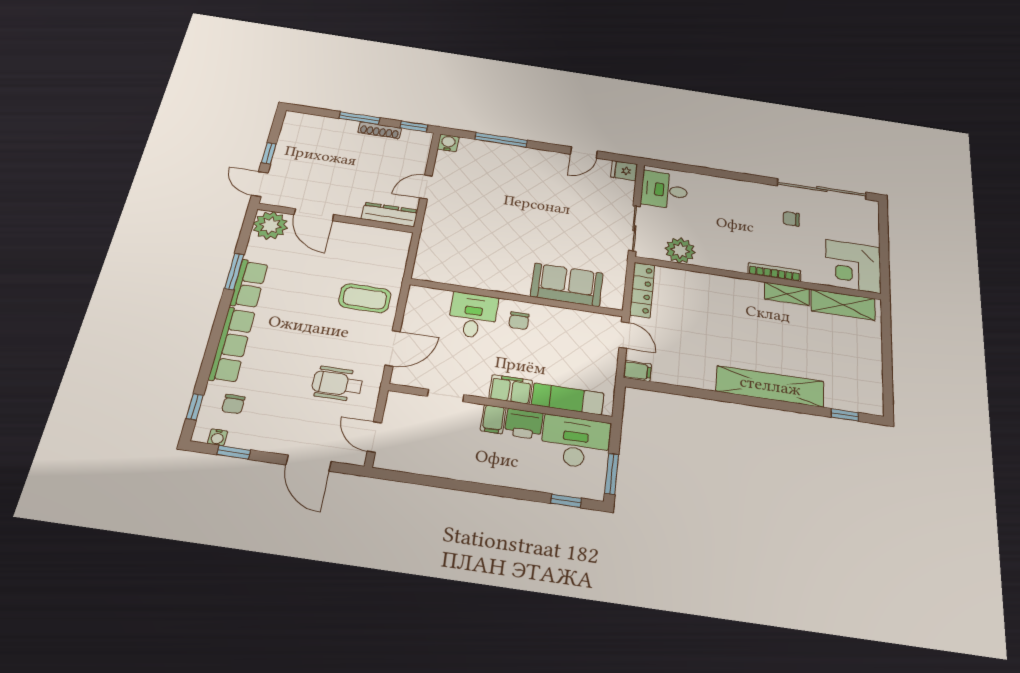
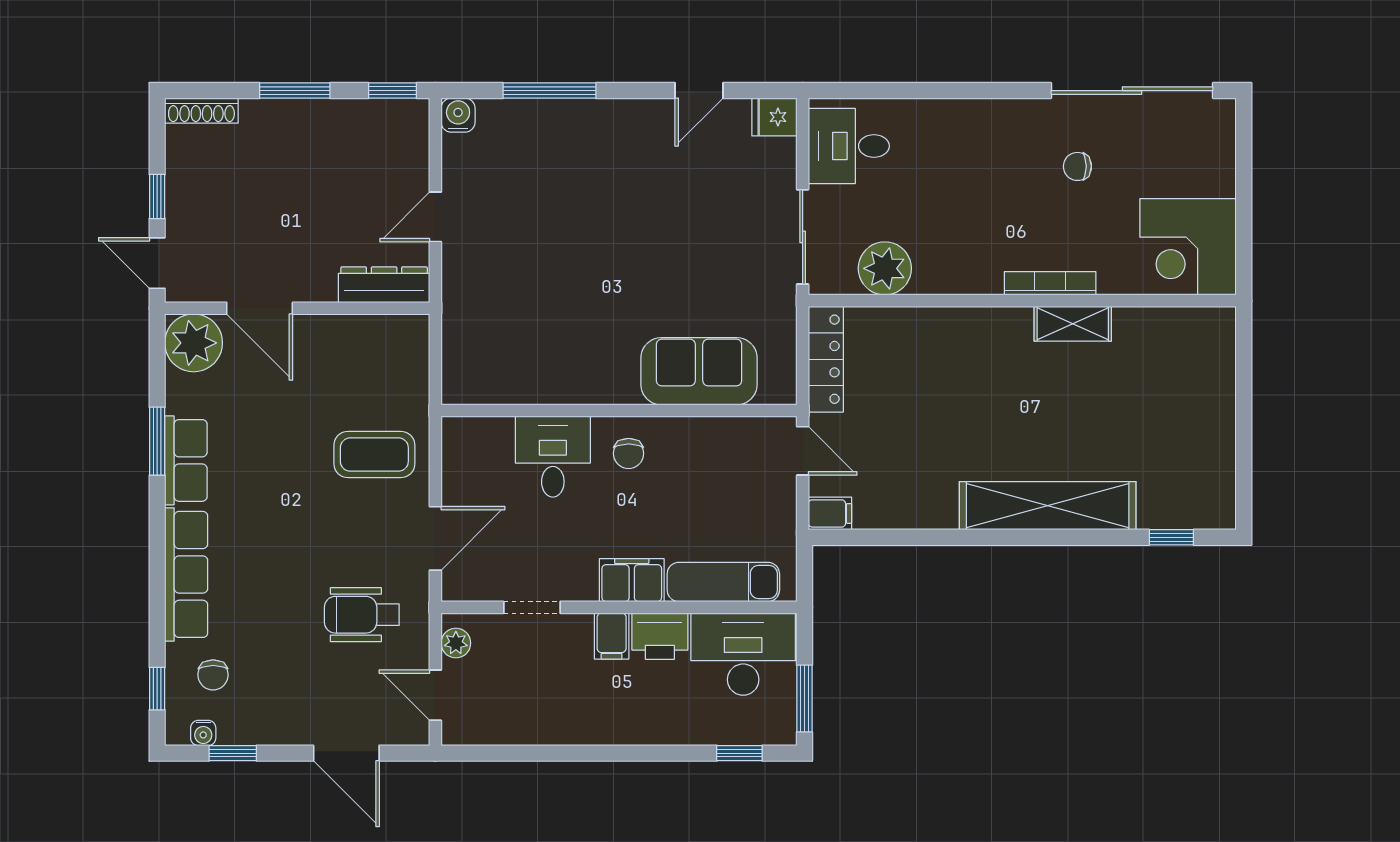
shoe rack: (380, 130) -> (201, 111), moved
shelving: (843, 305) -> (1170, 328), removed
plant: (394, 409) -> (456, 643), added

